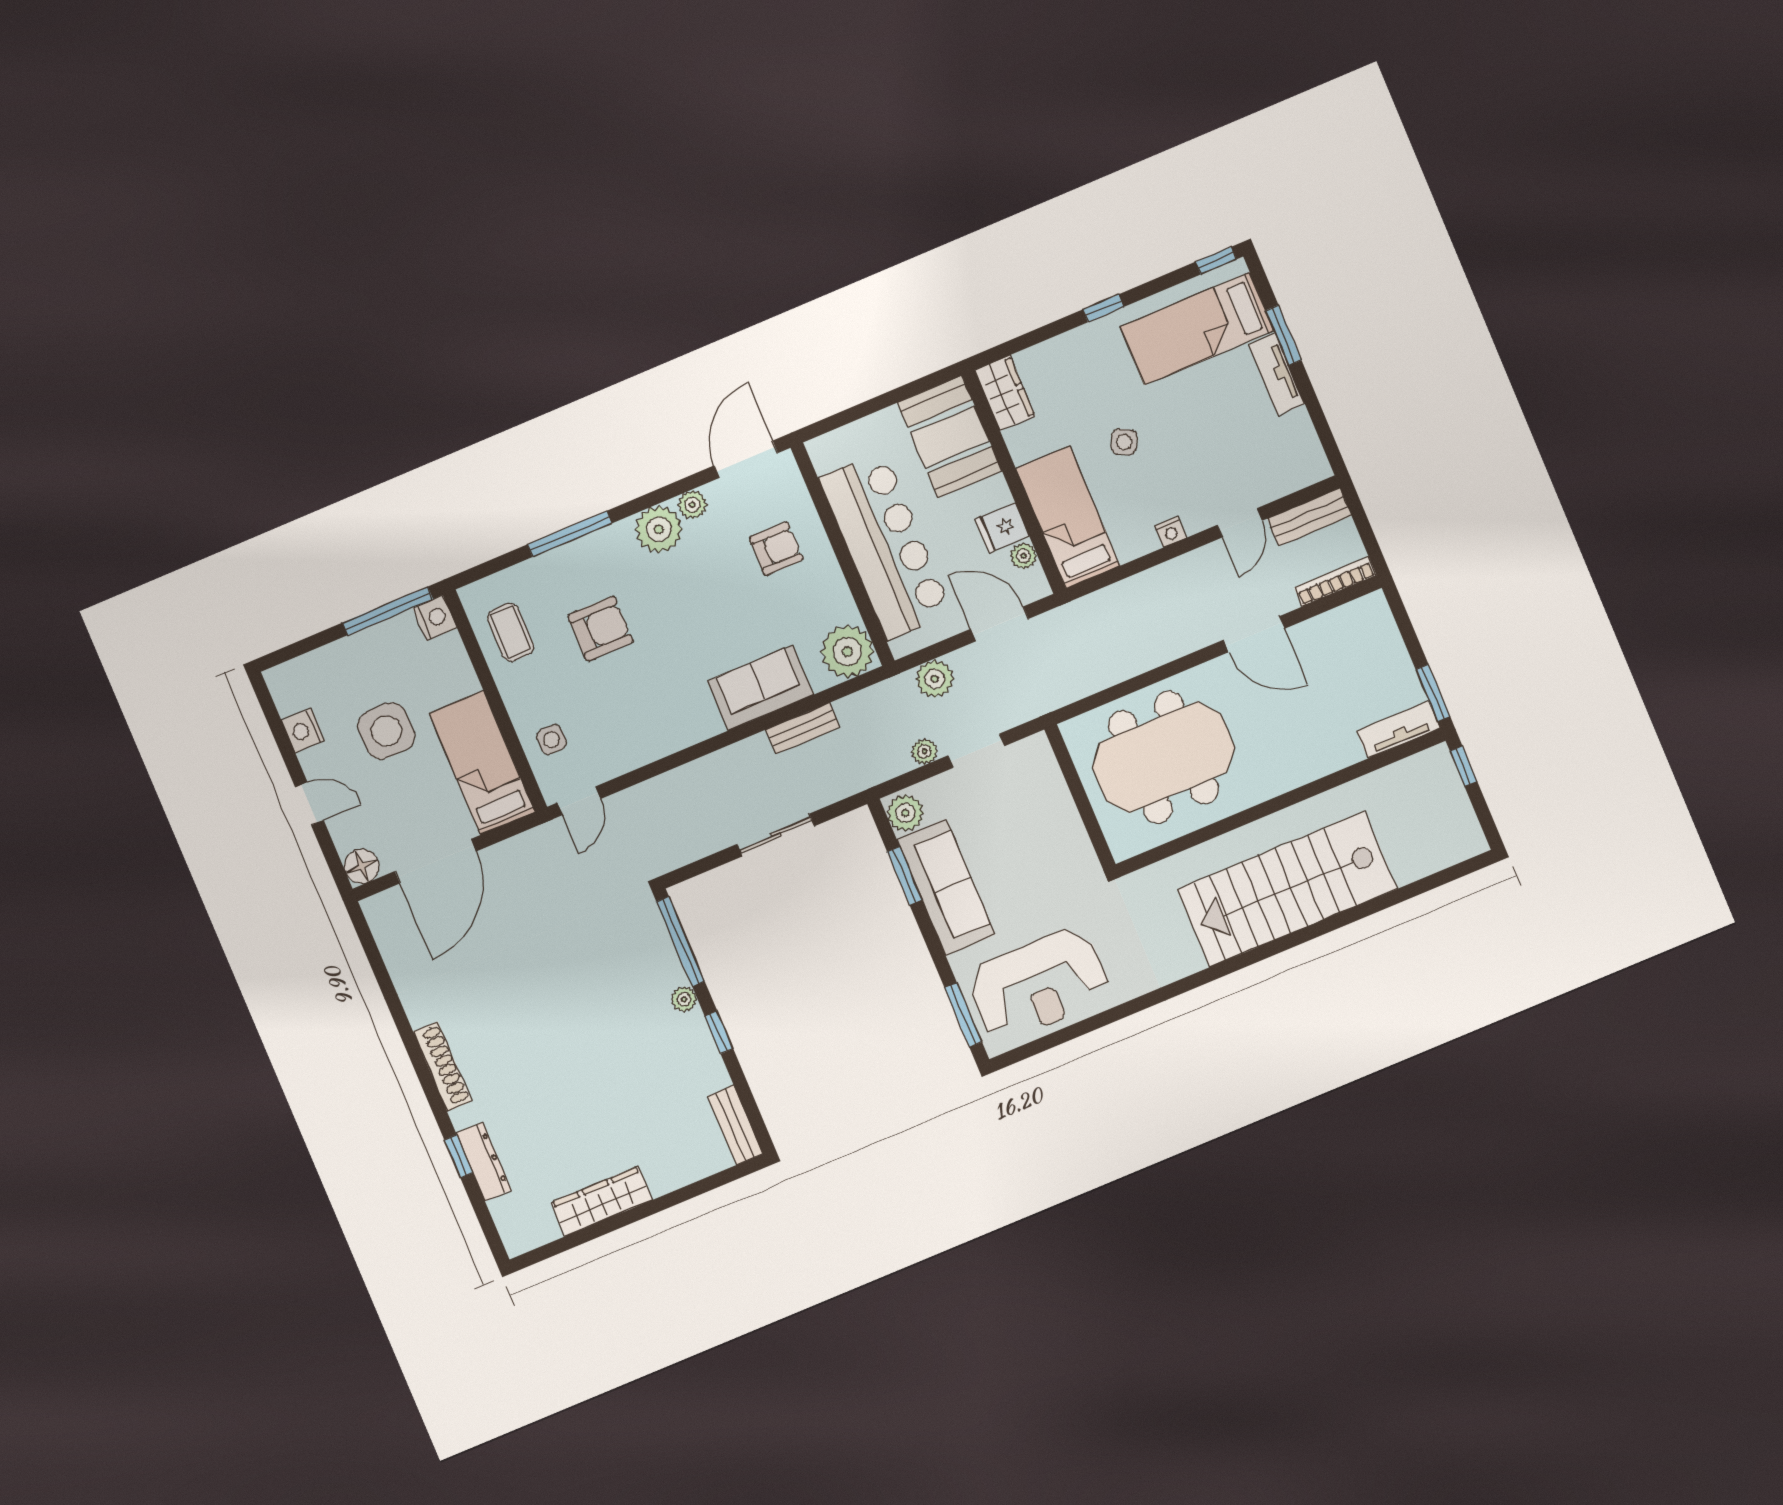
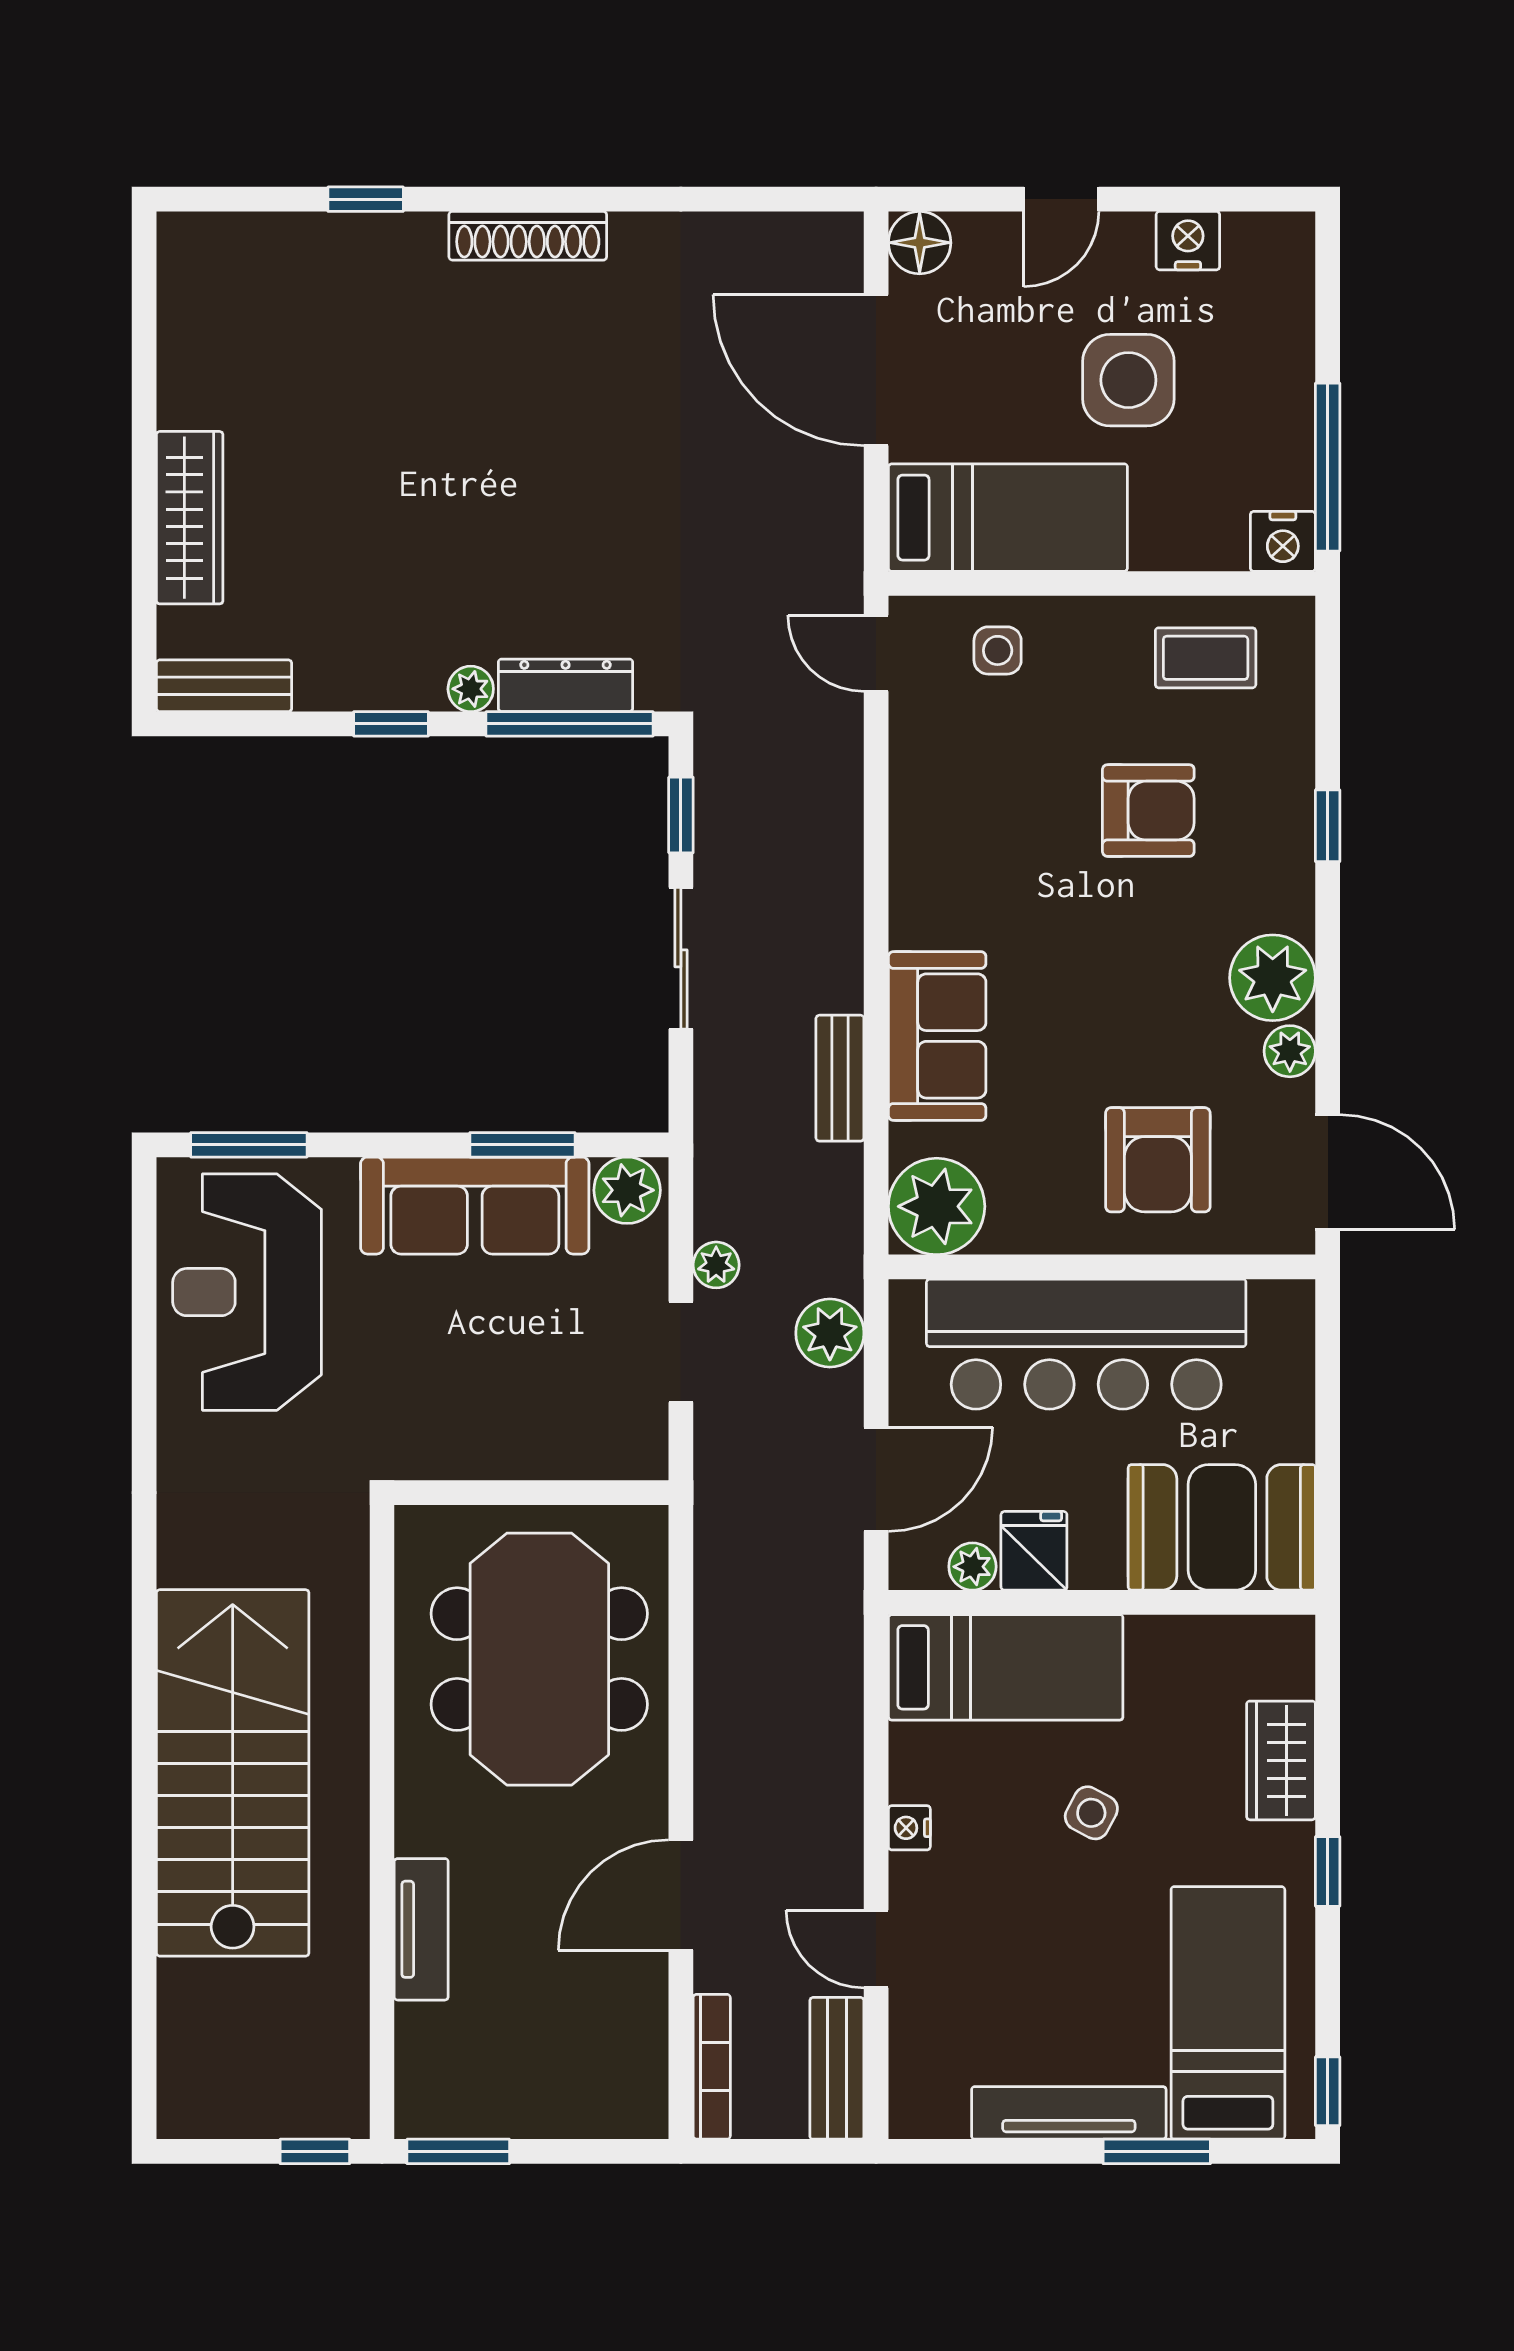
tv unit: (1277, 374) -> (1069, 2113), width x1.41
wardrobe: (1005, 393) -> (1281, 1760), moved, turned 90
window: (570, 534) -> (1328, 826), width x0.46
armchair: (776, 549) -> (1158, 1160), width x1.38, depth x1.38
armchair: (600, 629) -> (1148, 811), turned -90
tv unit: (1398, 730) -> (421, 1929), moved
window: (703, 866) -> (681, 815), added
dresser: (484, 1162) -> (566, 685), moved, turned 180
wardrobe: (602, 1201) -> (190, 518), moved

